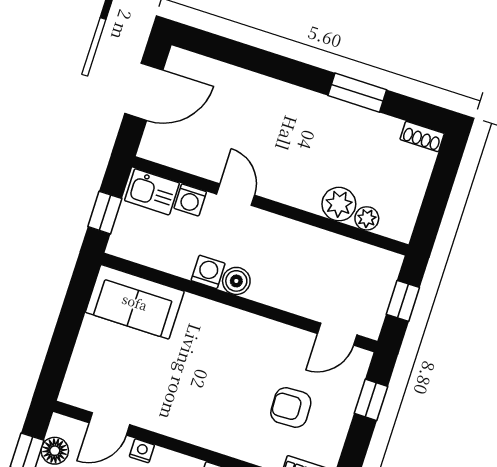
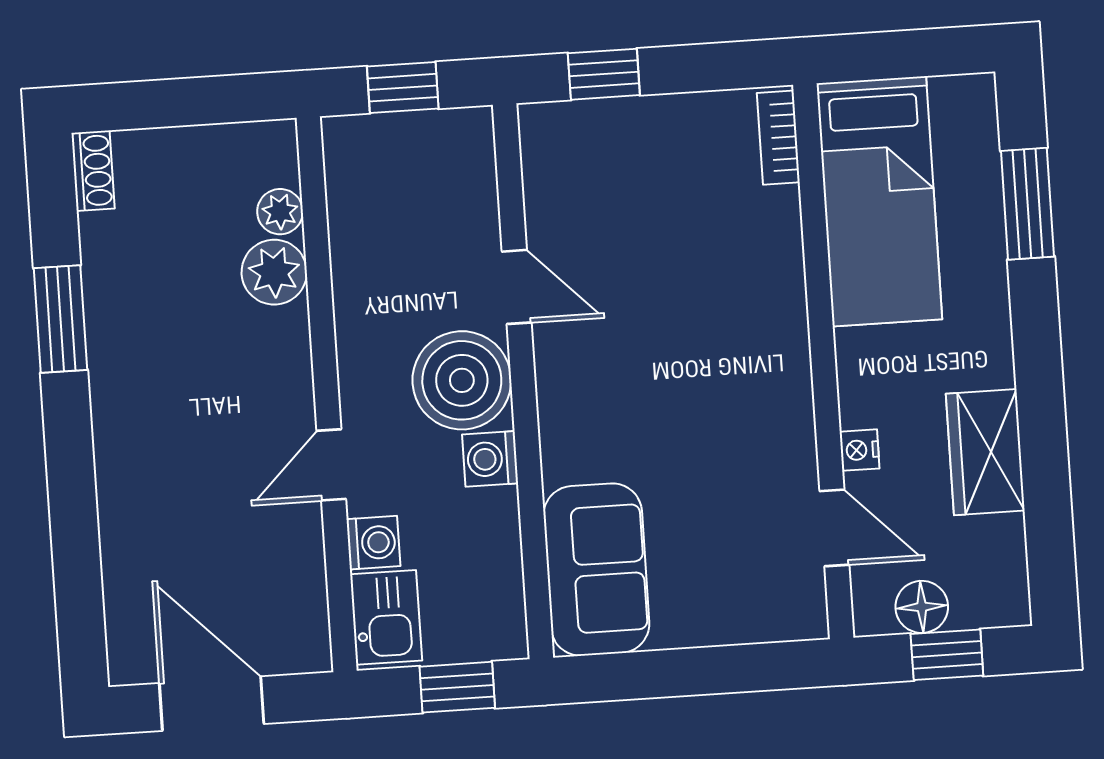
boiler: (236, 281) -> (462, 380), width x1.86, depth x1.86
door: (337, 334) -> (517, 287), moved
armchair: (291, 407) -> (675, 213), removed

